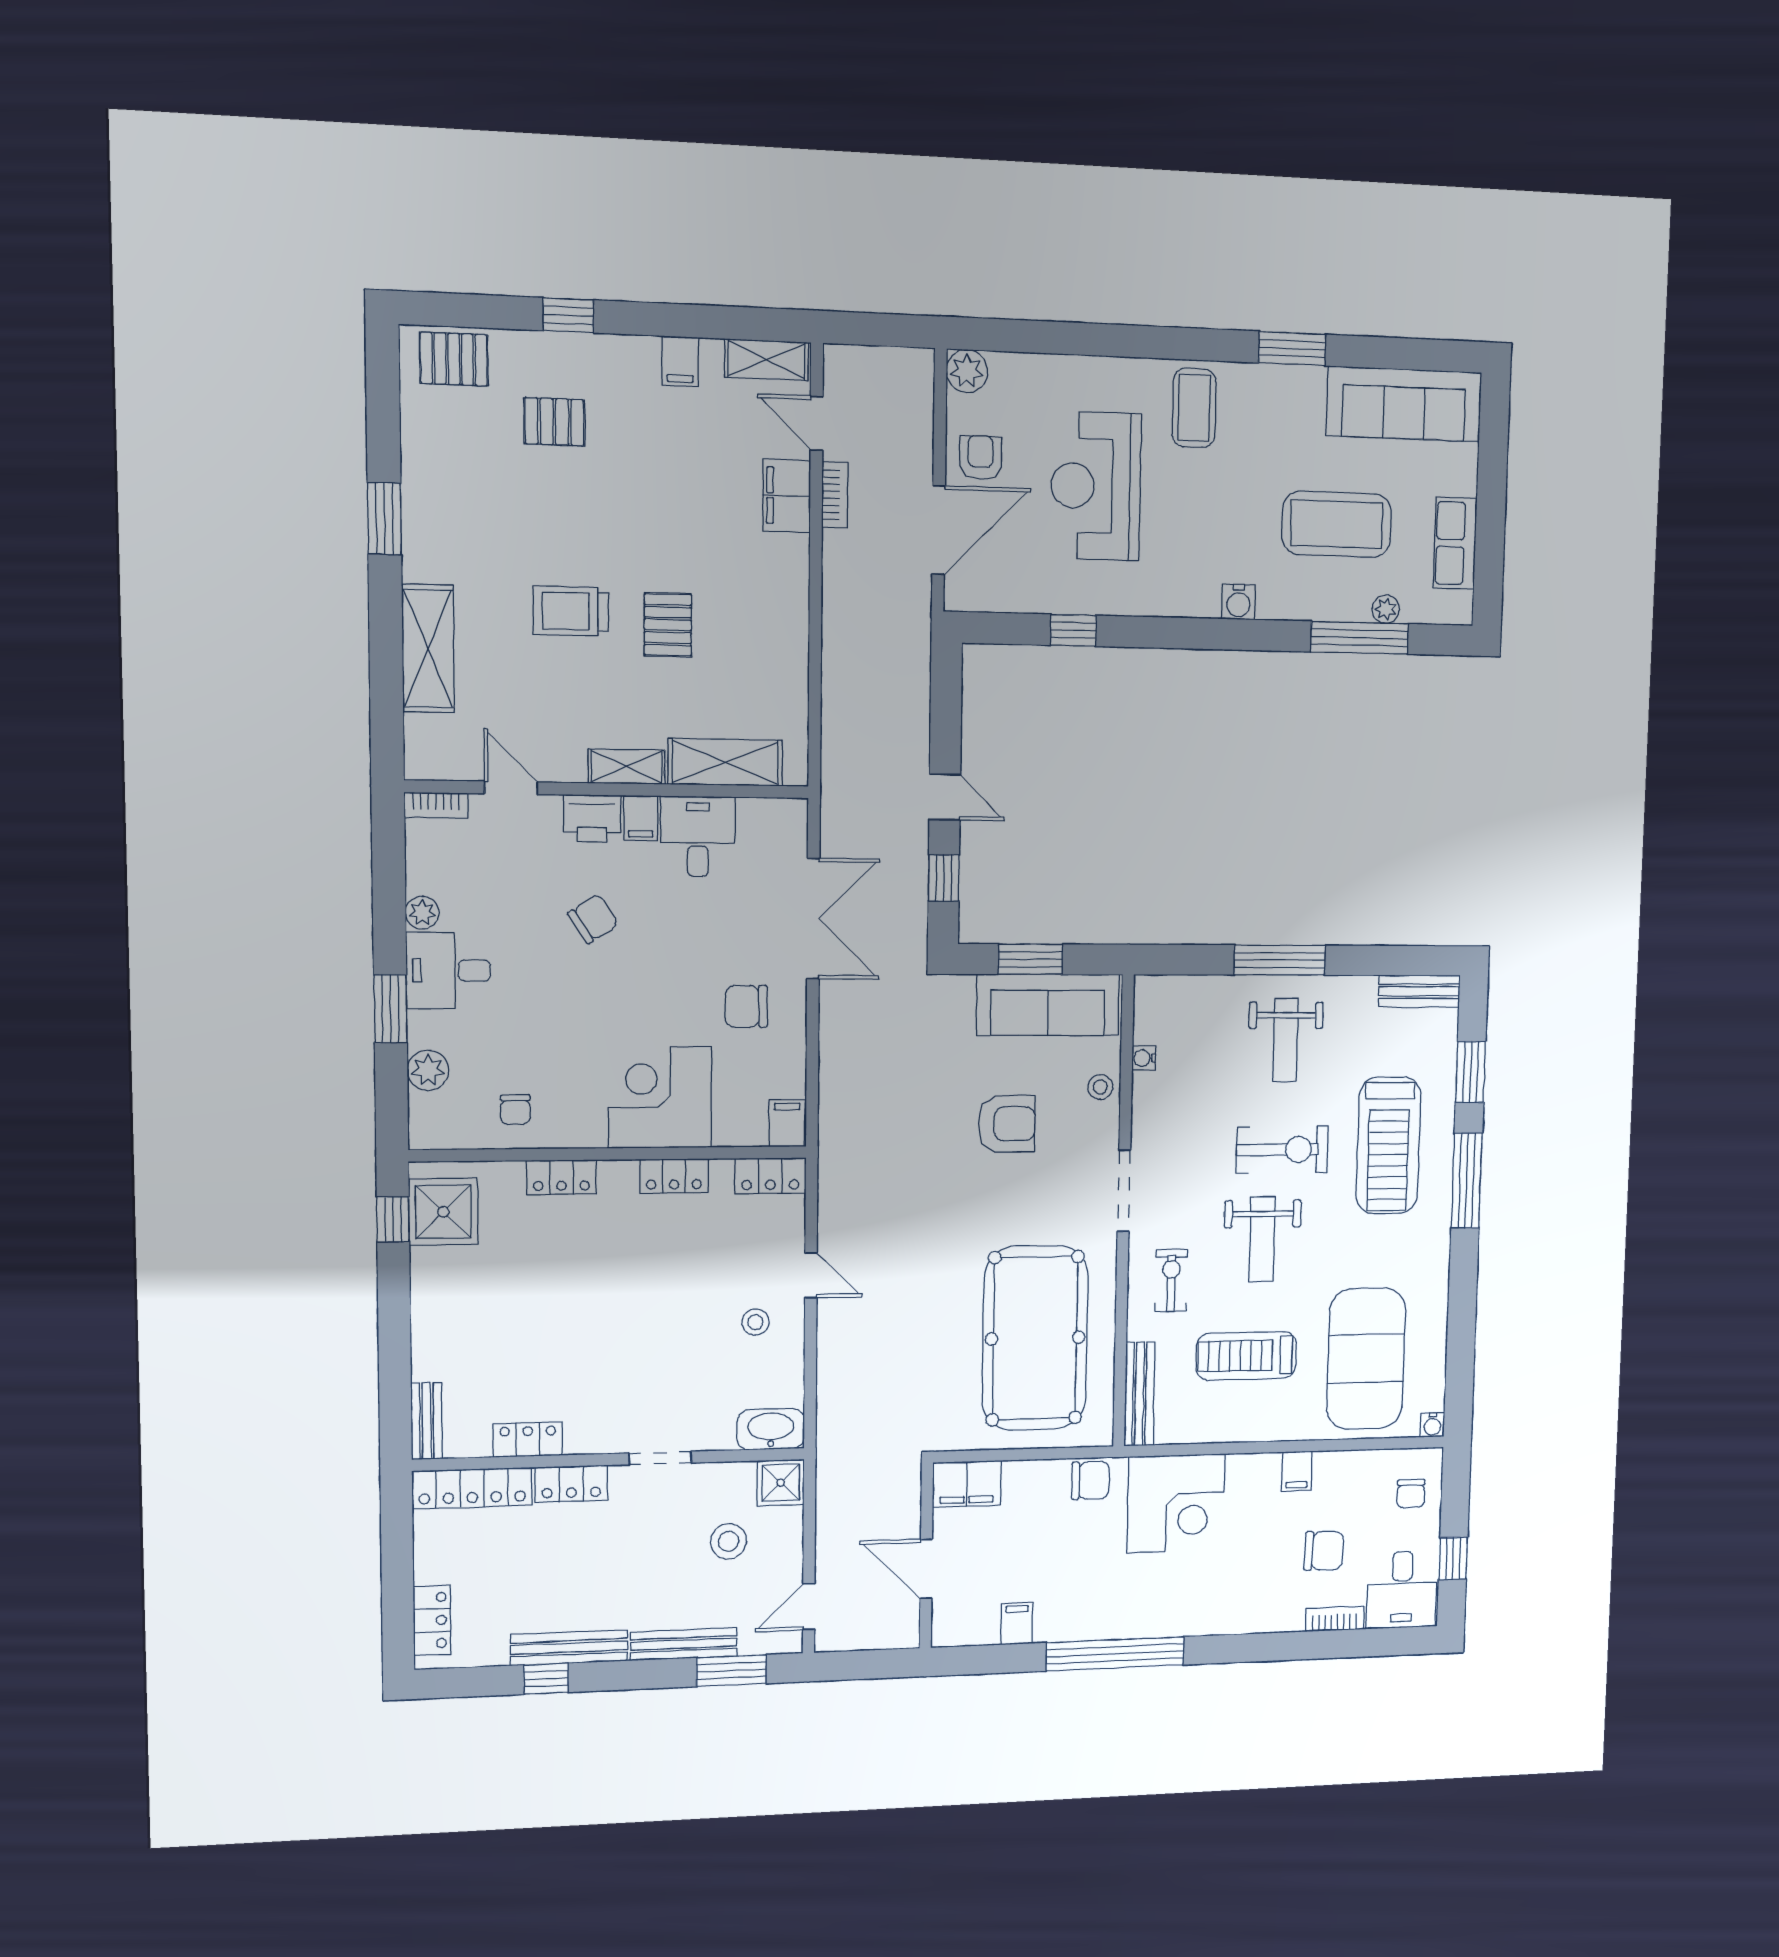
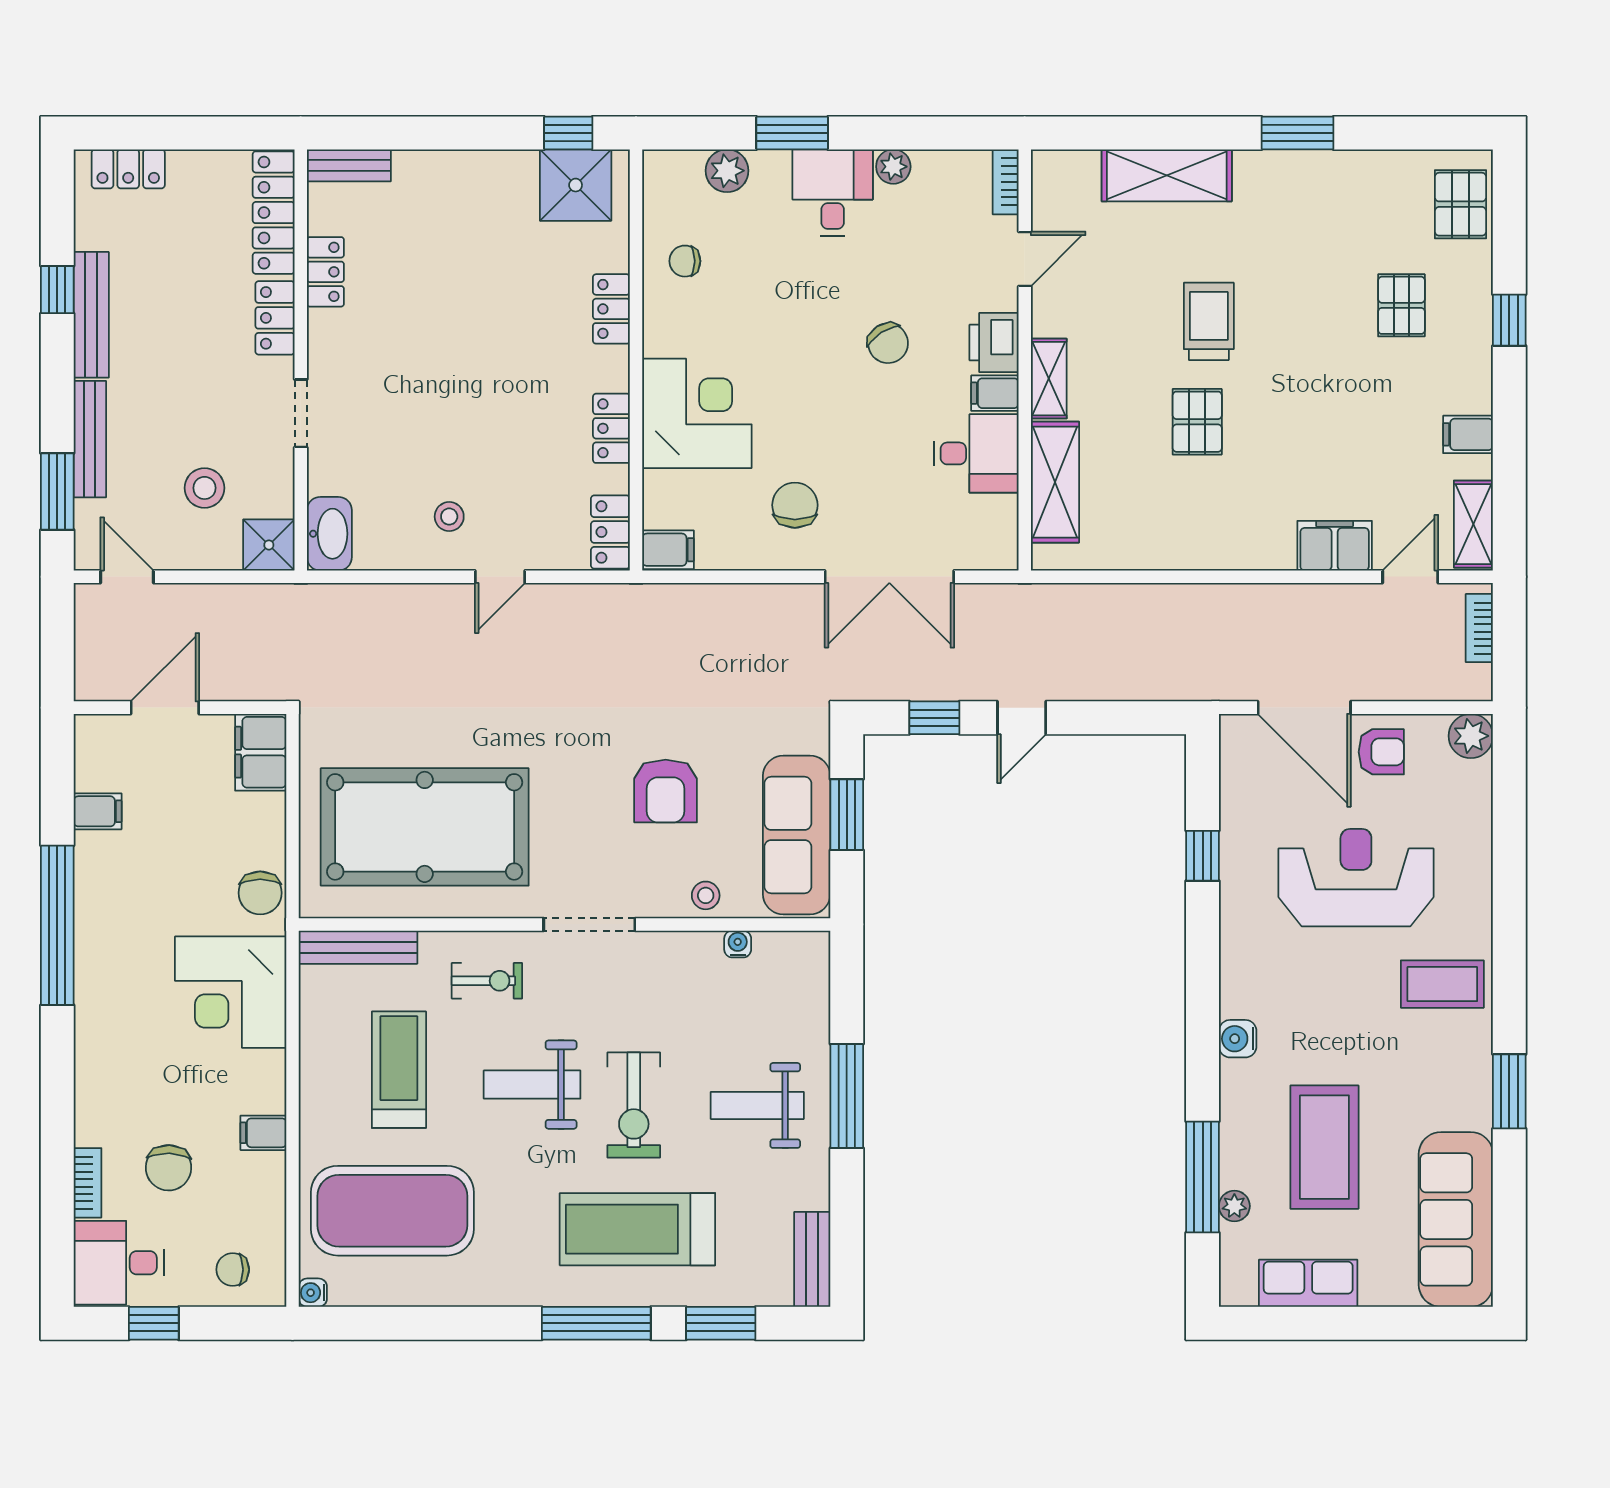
bookcase: (835, 495) -> (1479, 628), moved, turned 90
pallet: (668, 625) -> (1197, 422), turned 90

